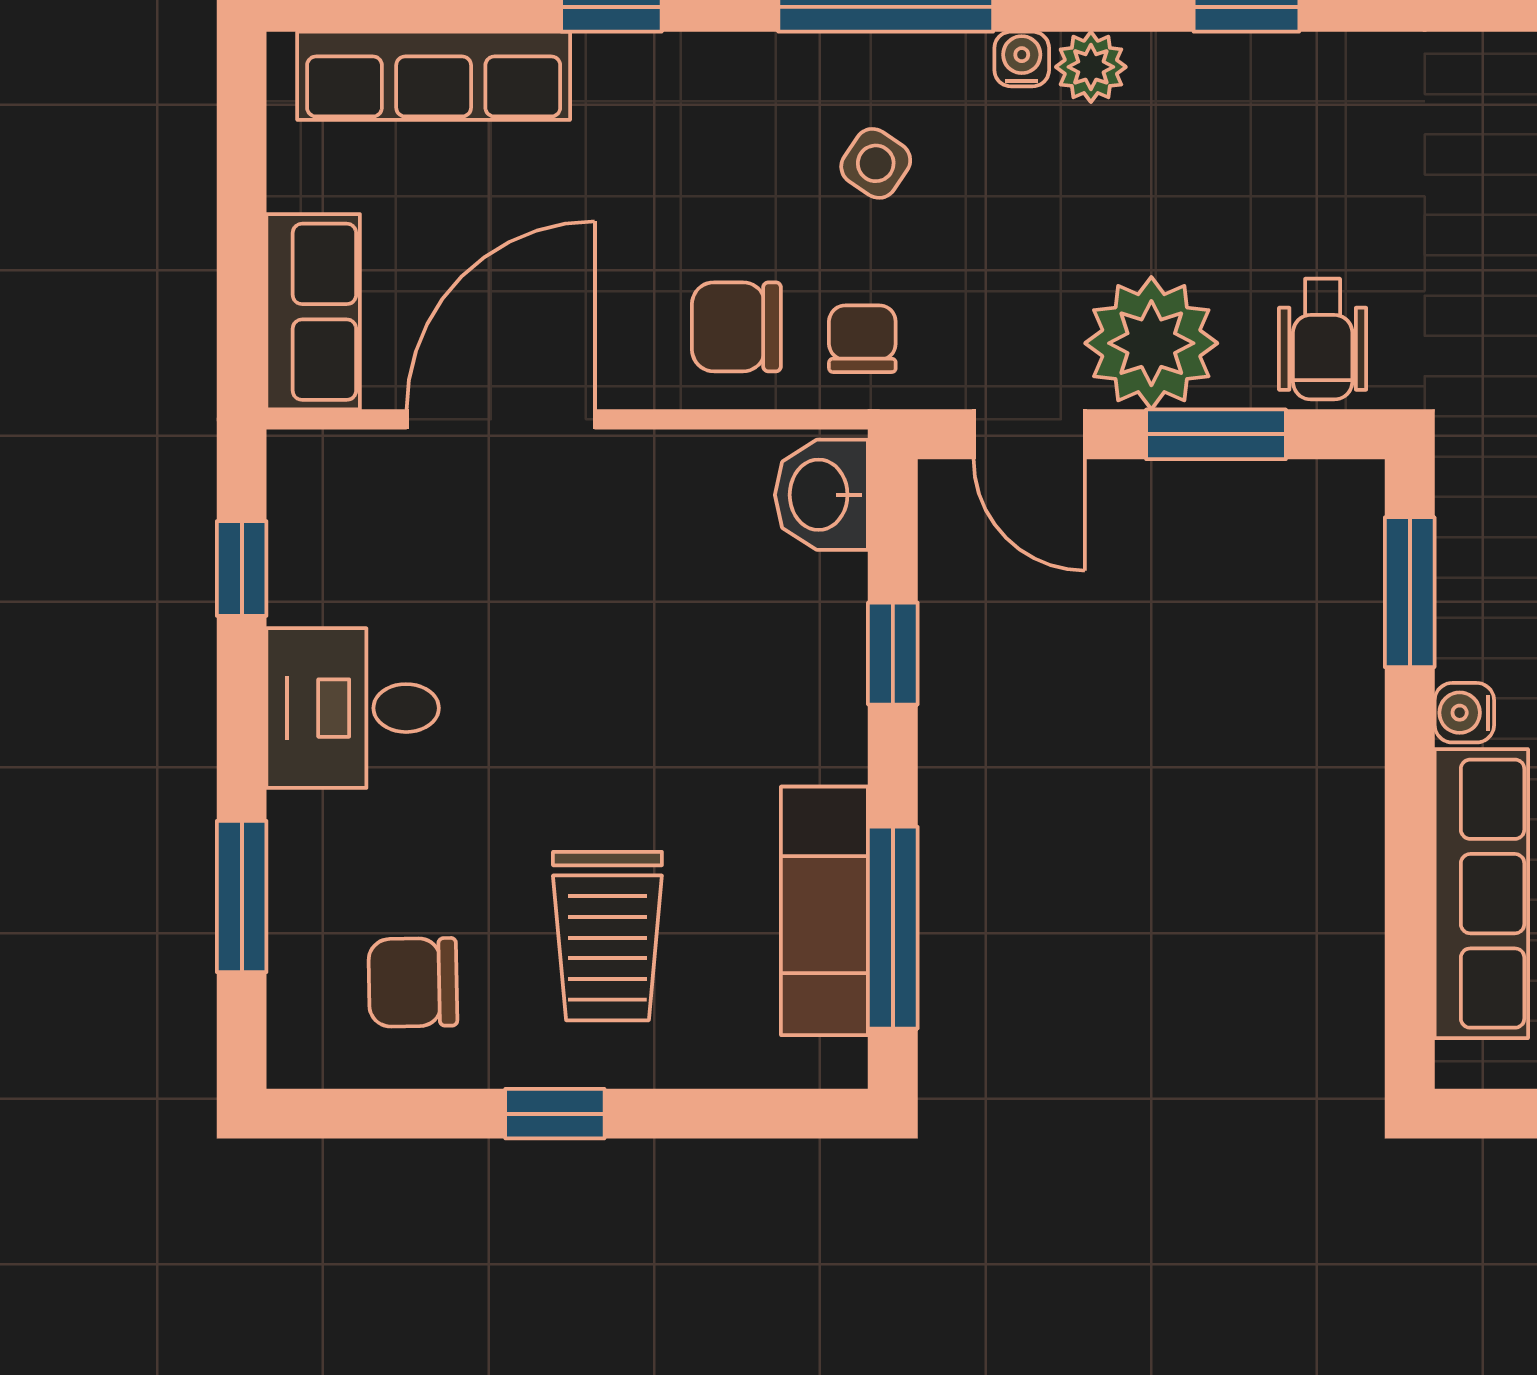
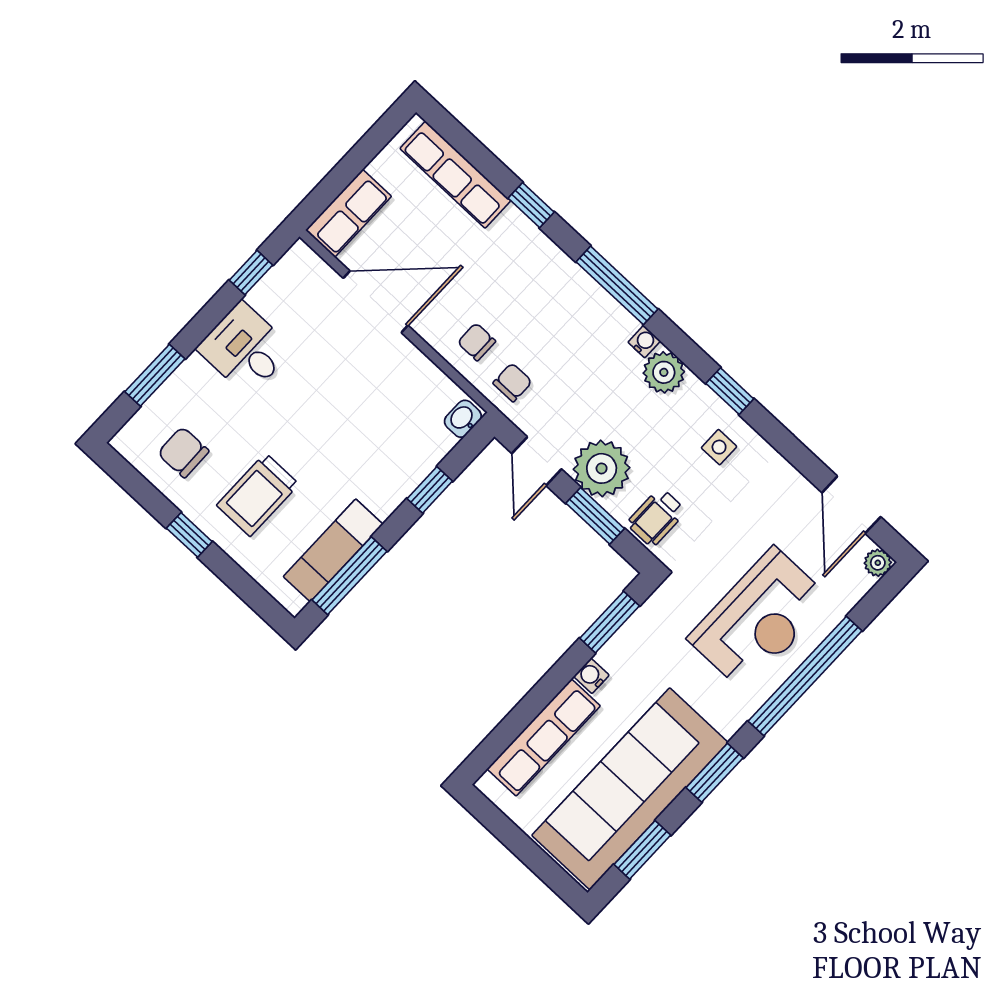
plant: (1091, 67) -> (664, 372), width x1.38, depth x1.38
side table: (876, 163) -> (719, 447), moved, turned -34
chair: (736, 327) -> (477, 342), width x0.73, depth x0.73
washbasin: (821, 495) -> (463, 419), width x0.72, depth x0.69

